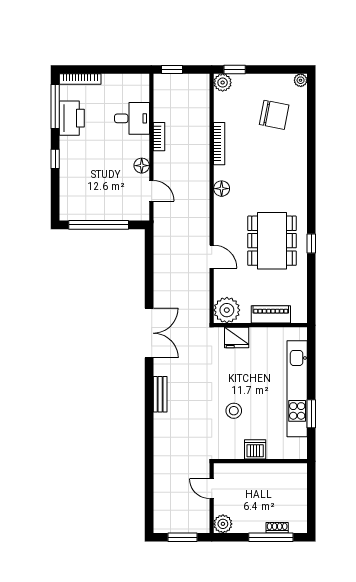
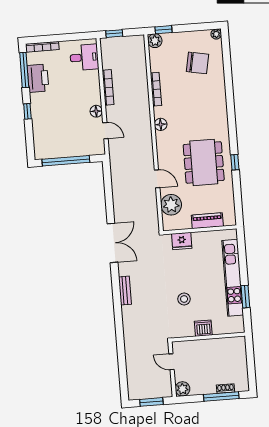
desk: (132, 118) -> (84, 57), moved
bookcase: (159, 137) -> (108, 87), width x1.56
plant: (227, 310) -> (171, 205), moved

